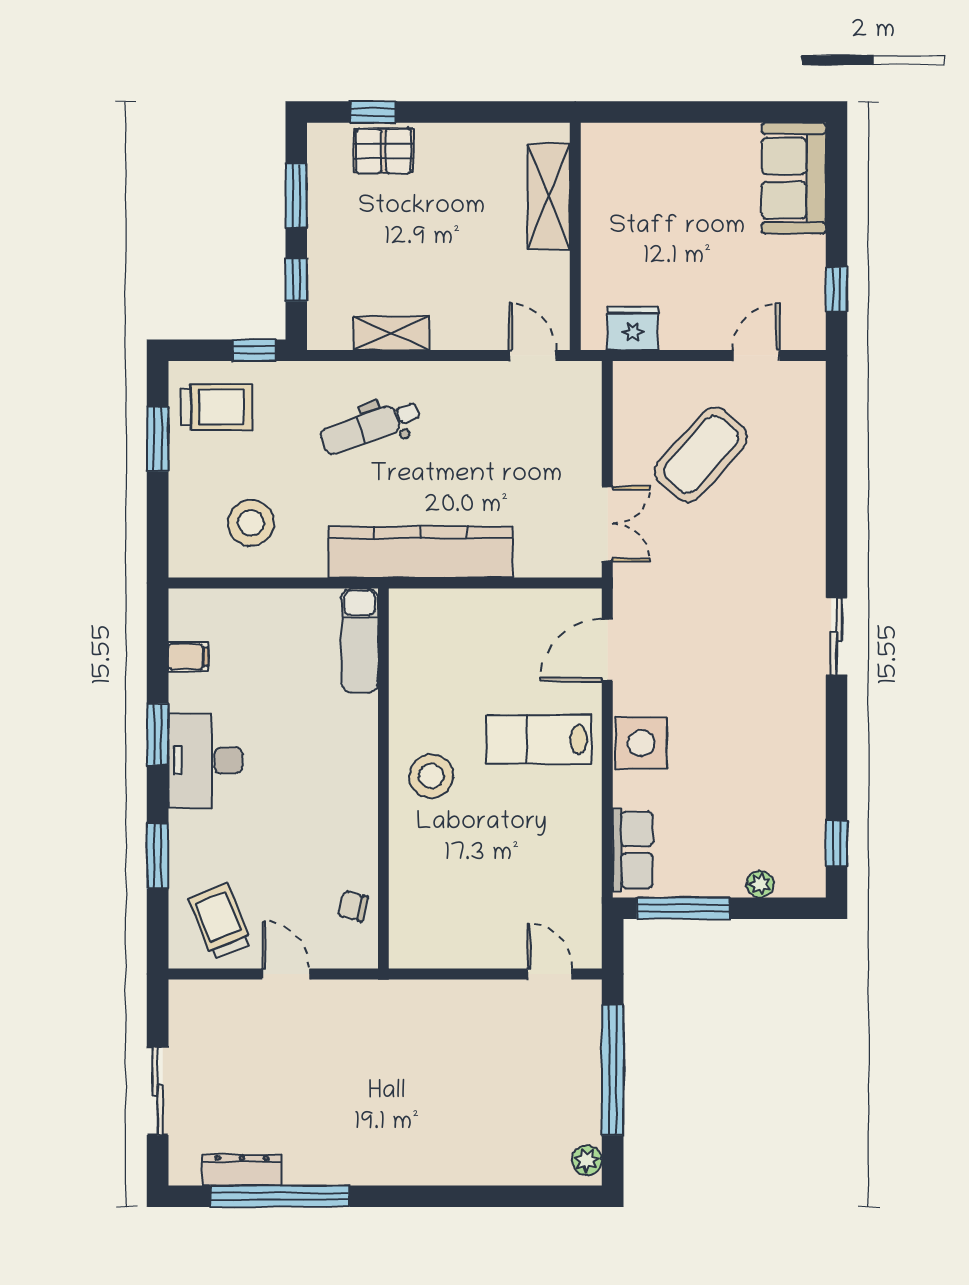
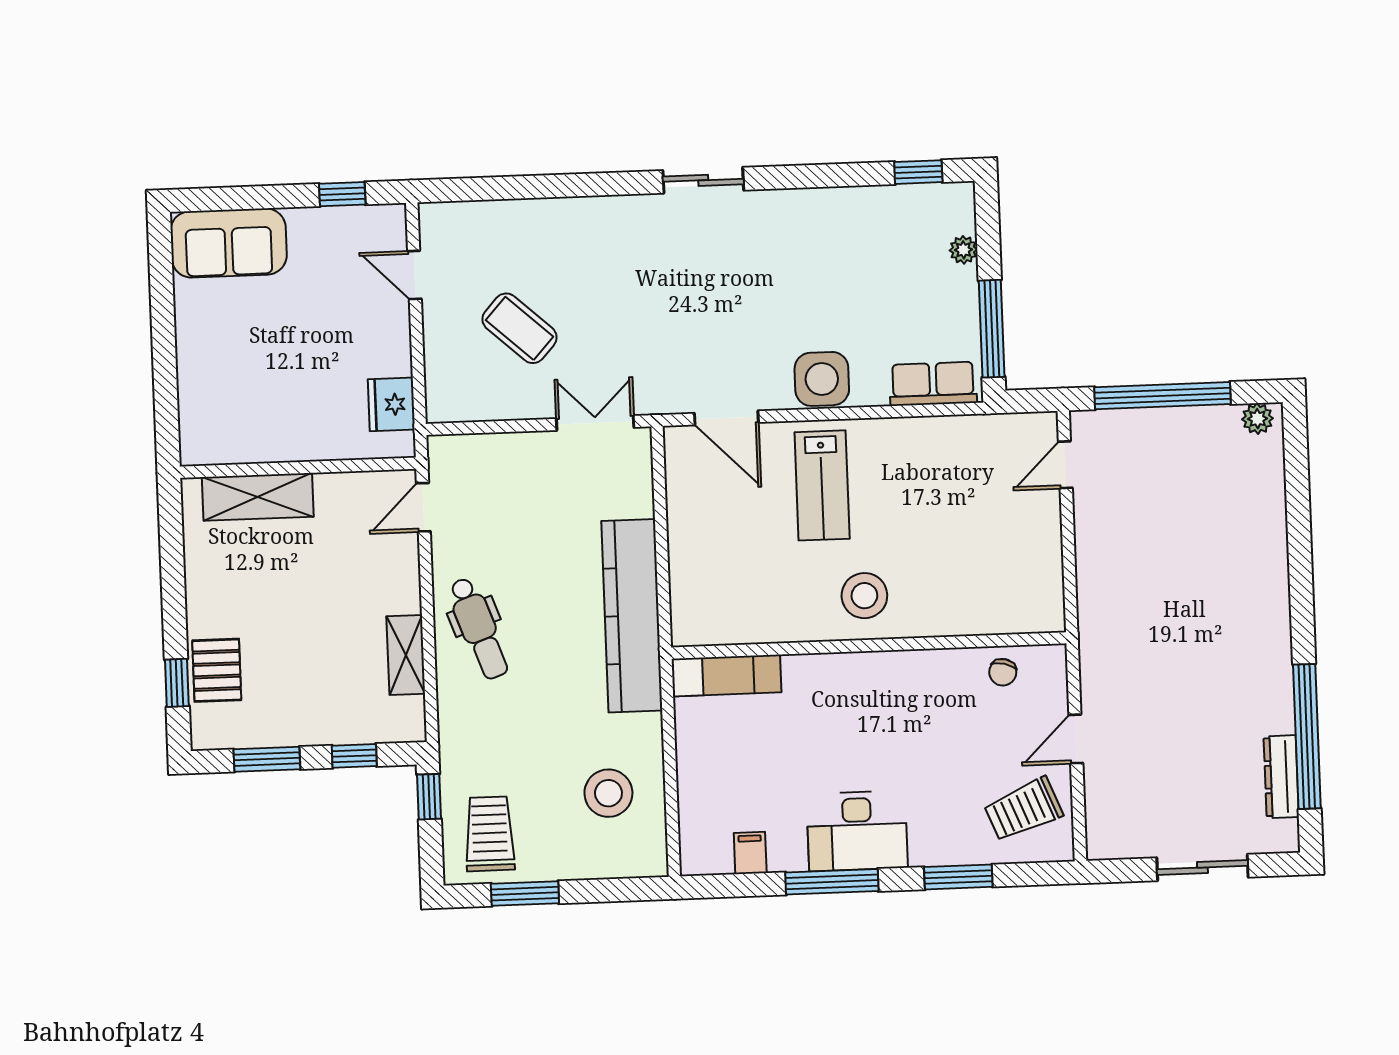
dental chair: (370, 427) -> (479, 628), moved
coffee table: (701, 455) -> (520, 328), width x0.73, depth x0.76
window: (158, 734) -> (832, 882), width x1.44

